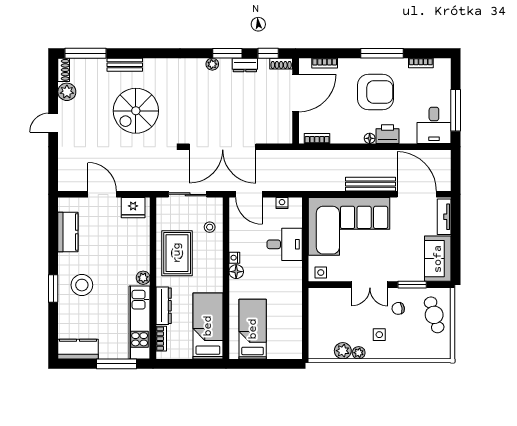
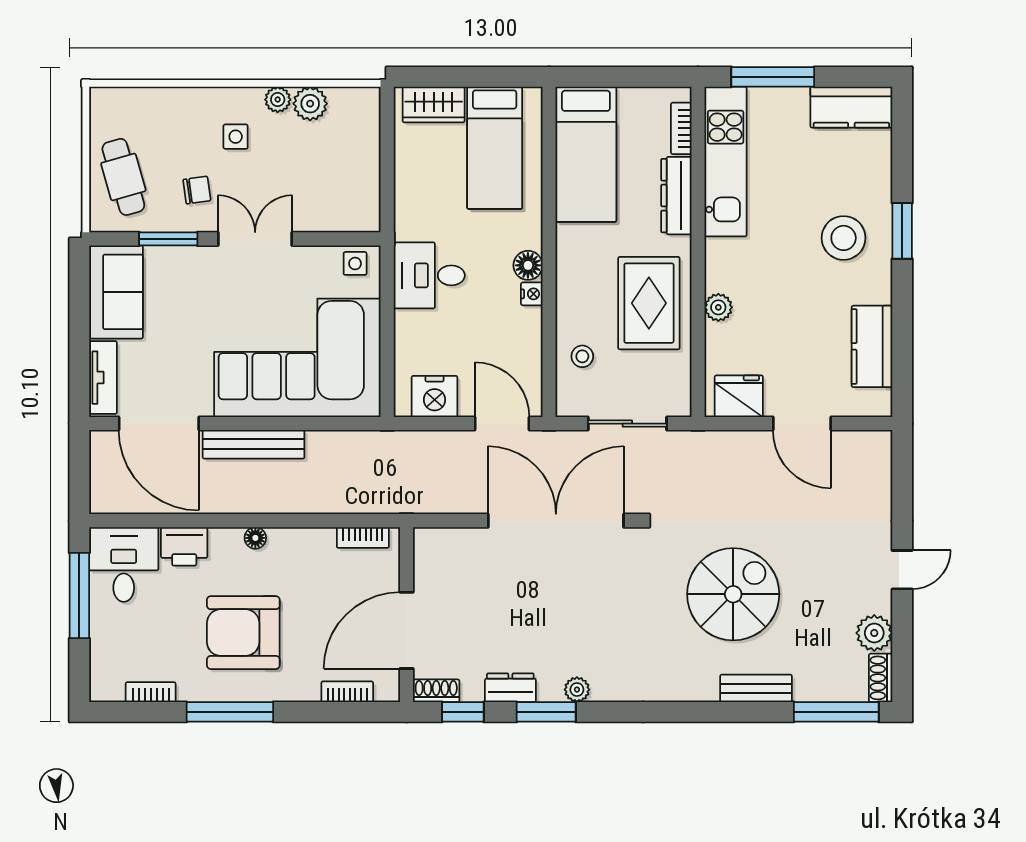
printer: (388, 134) -> (184, 546), moved
nightstand: (282, 203) -> (435, 396), width x1.89, depth x1.79
desk: (285, 244) -> (429, 275), moved
plant: (143, 278) -> (718, 307), moved
wardrobe: (282, 350) -> (434, 105), added

